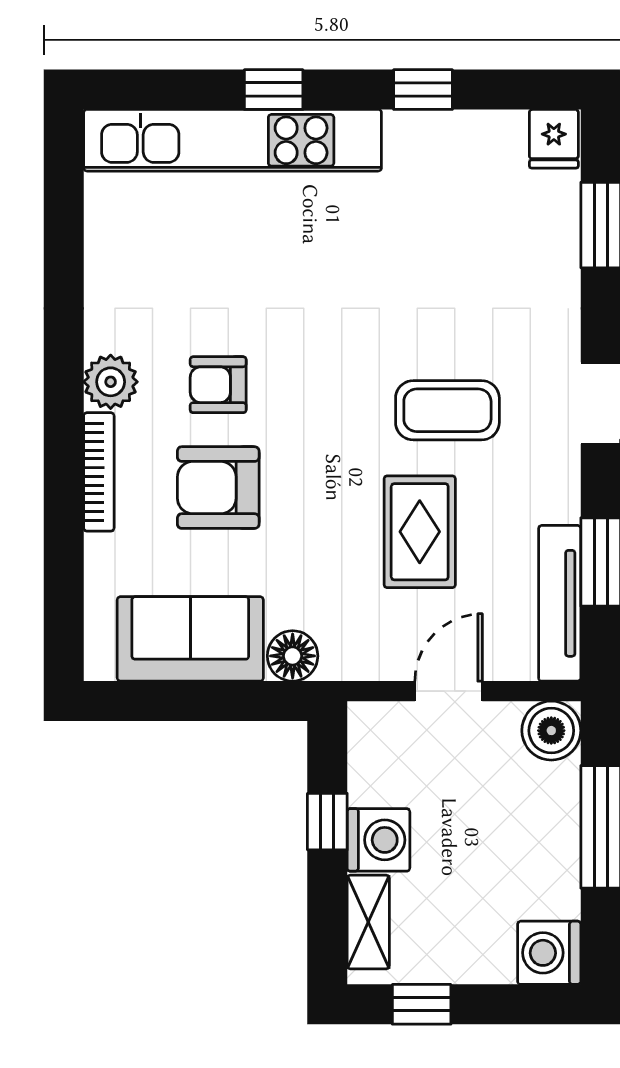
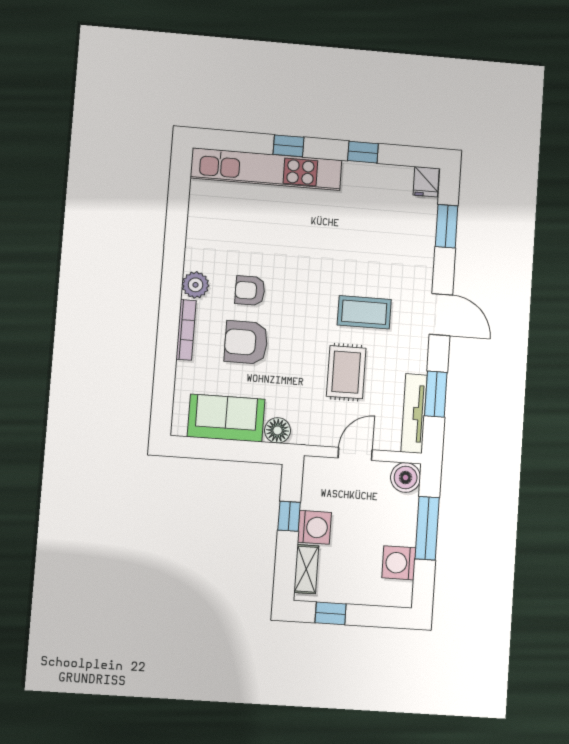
washing machine: (549, 953) -> (399, 563), moved

